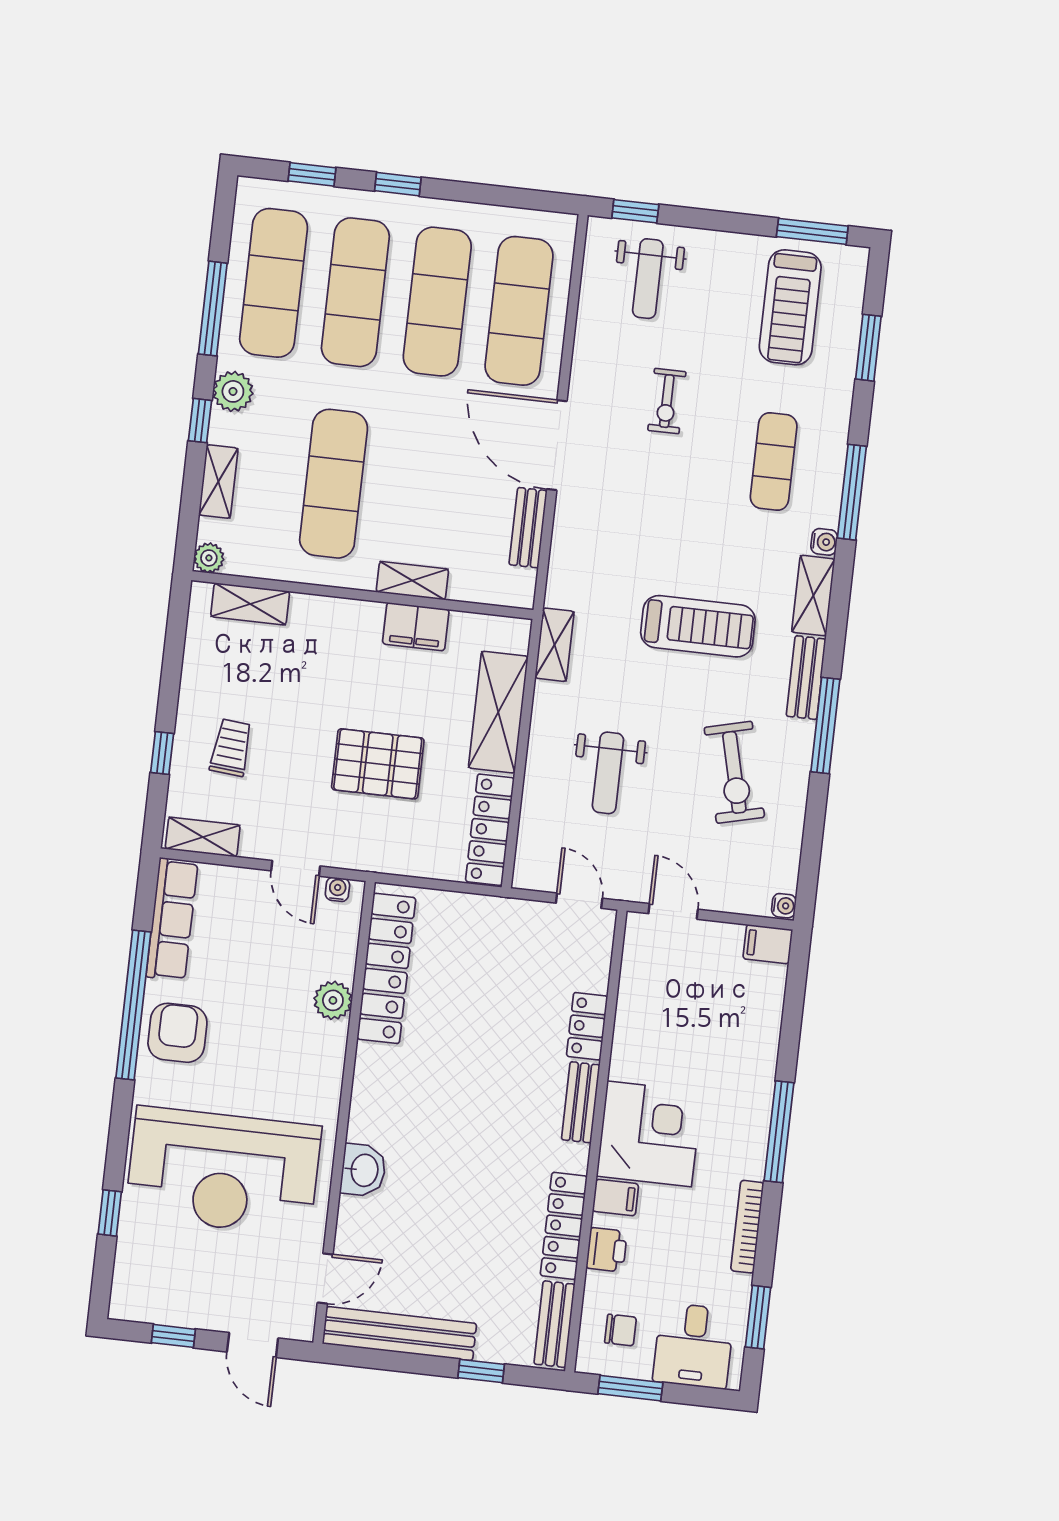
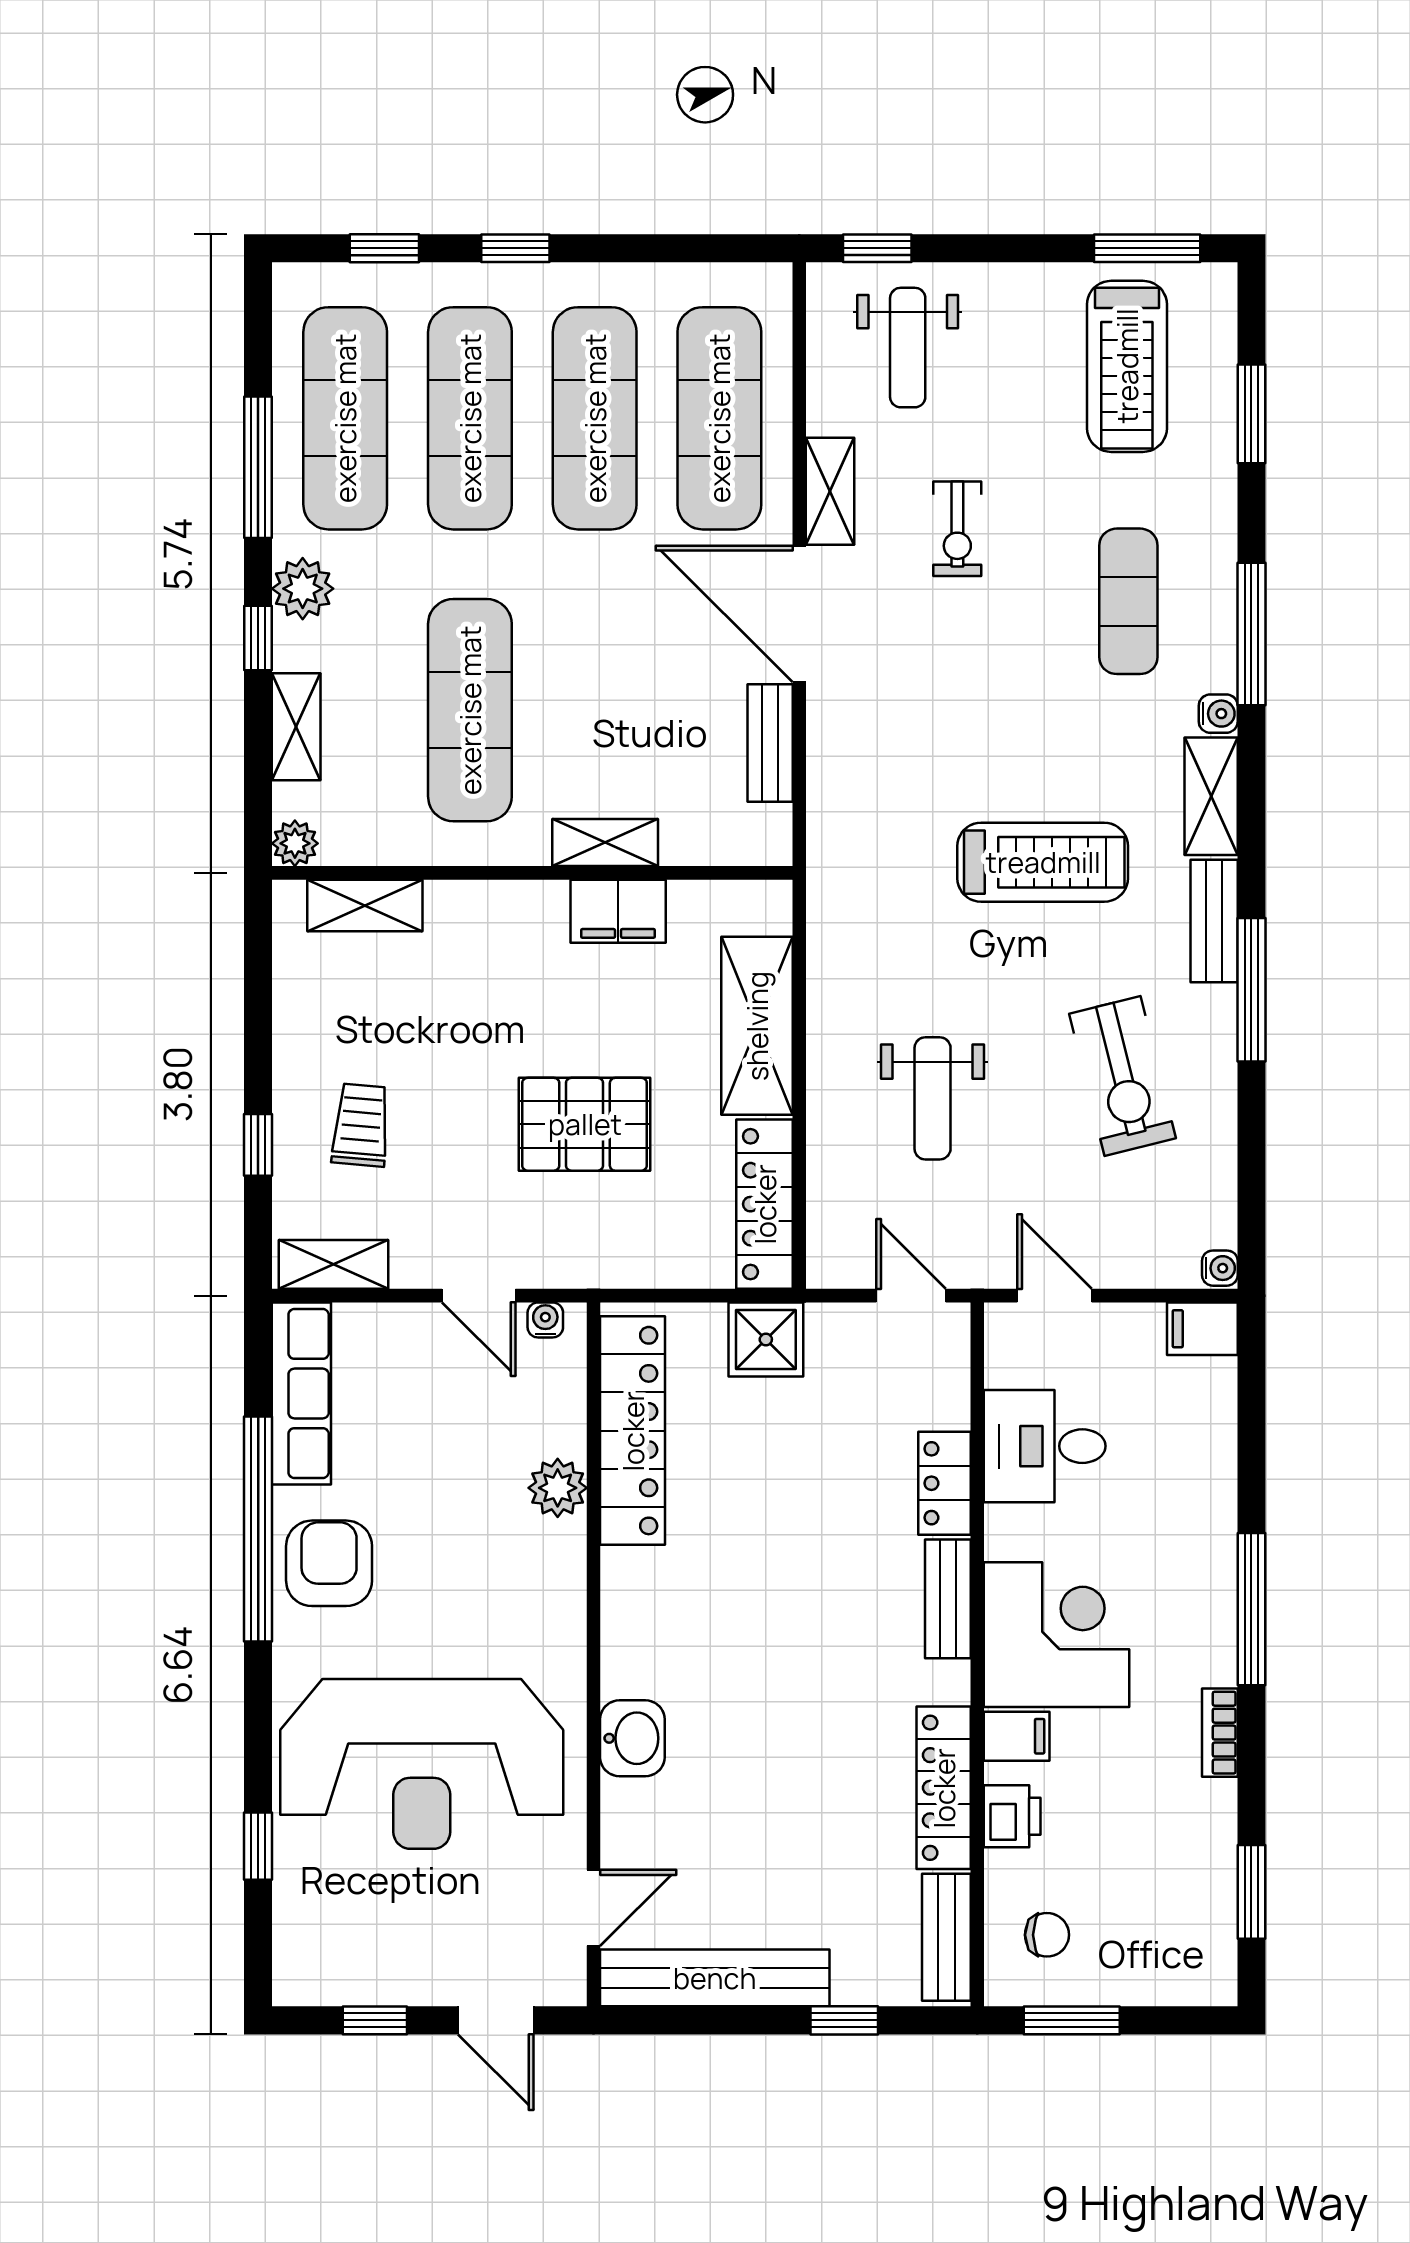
shelving: (555, 645) -> (830, 491), moved
shower: (481, 919) -> (766, 1339), added
bookcase: (747, 1227) -> (1220, 1733), width x0.64
desk: (693, 1346) -> (1045, 1446), moved, turned 90

